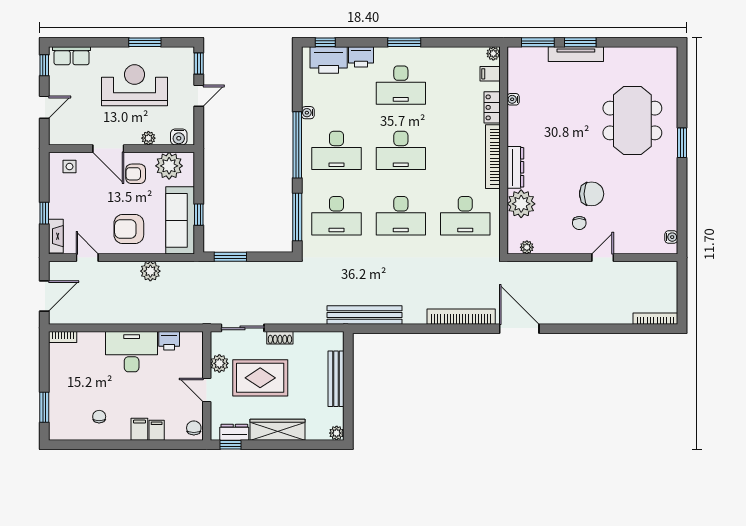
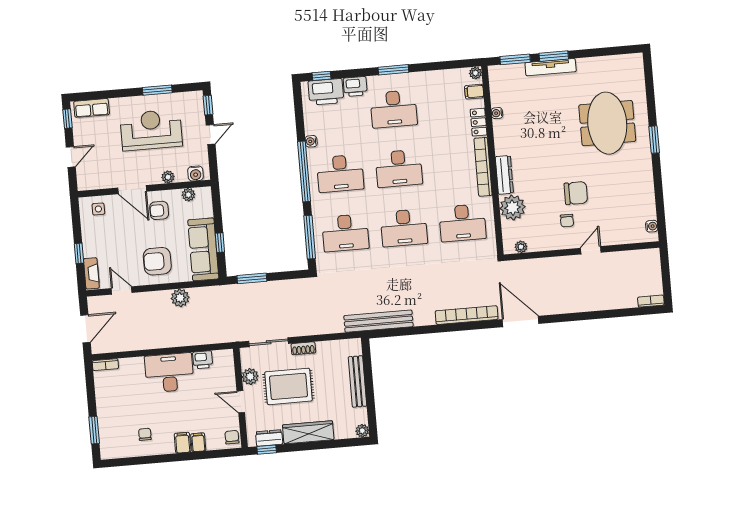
plant: (169, 166) -> (188, 195), width x0.53, depth x0.53
bookcase: (655, 319) -> (651, 301), width x0.64

